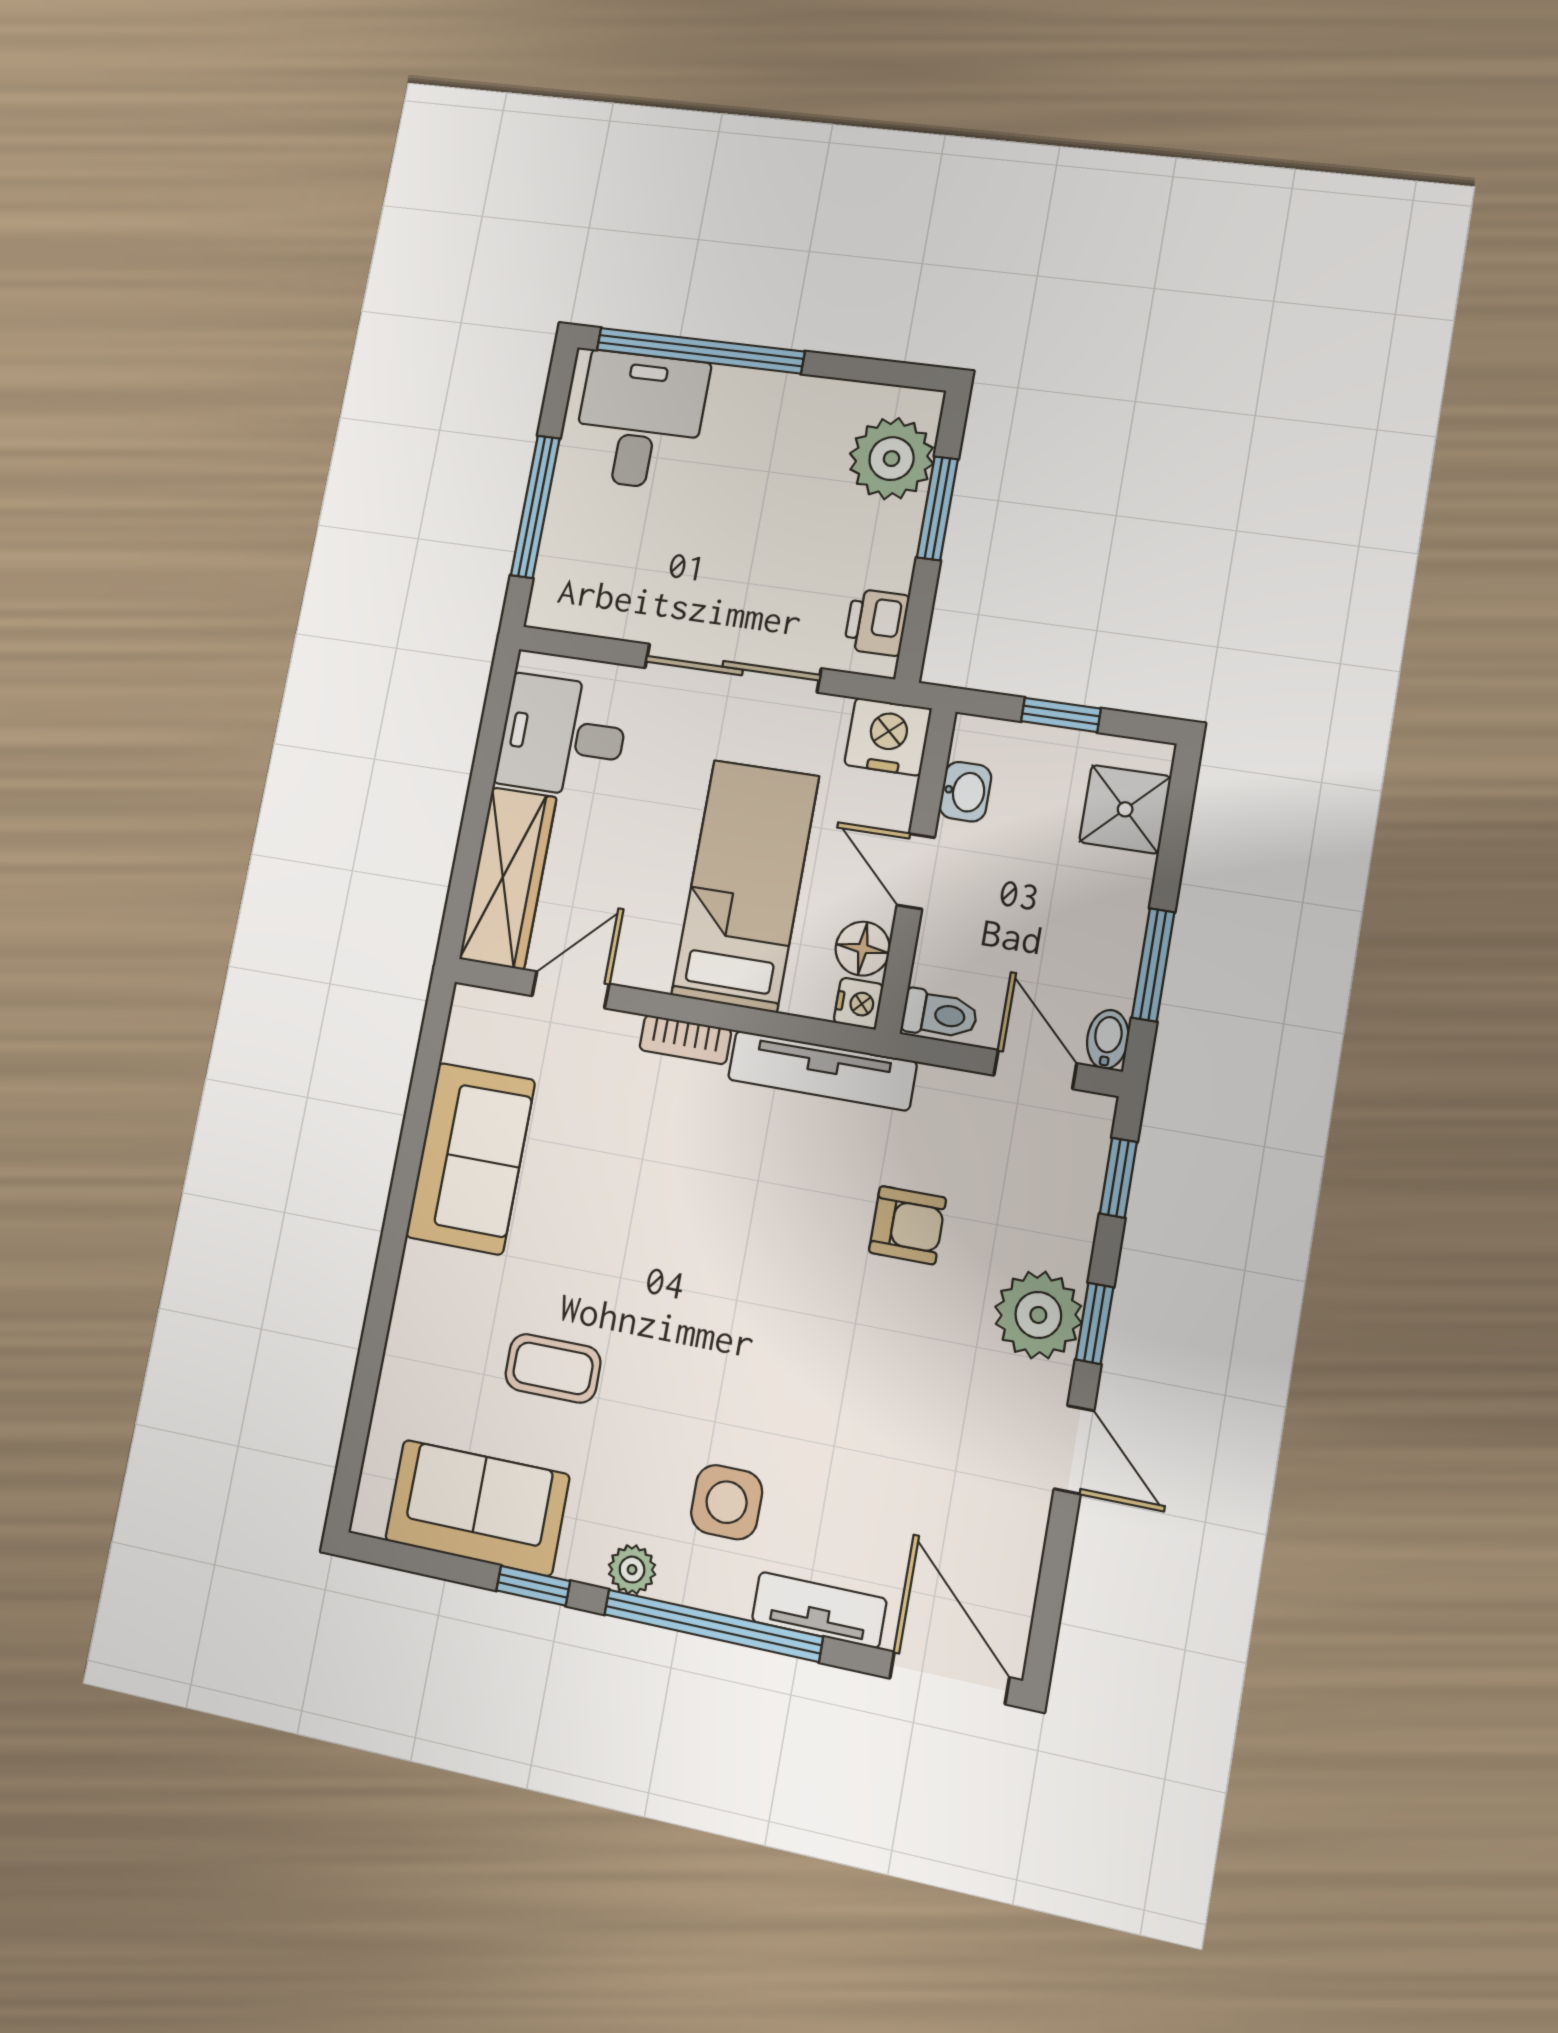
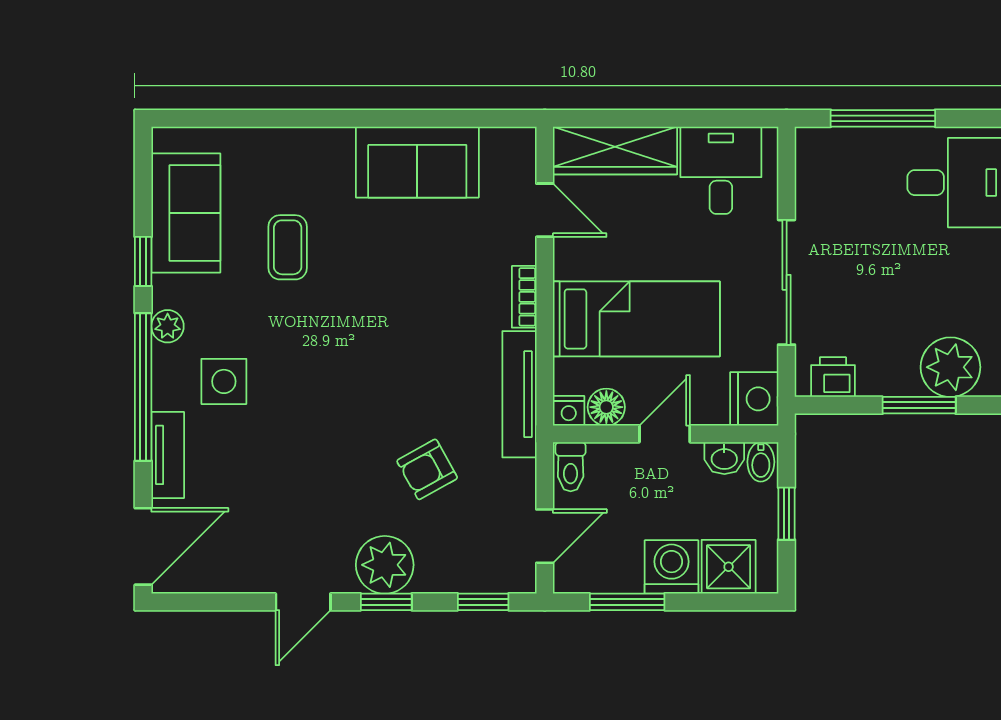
washing machine: (1112, 892) -> (672, 567), added
bidet: (1108, 1039) -> (761, 462), moved, turned 90
armchair: (907, 1225) -> (427, 469), turned 61

